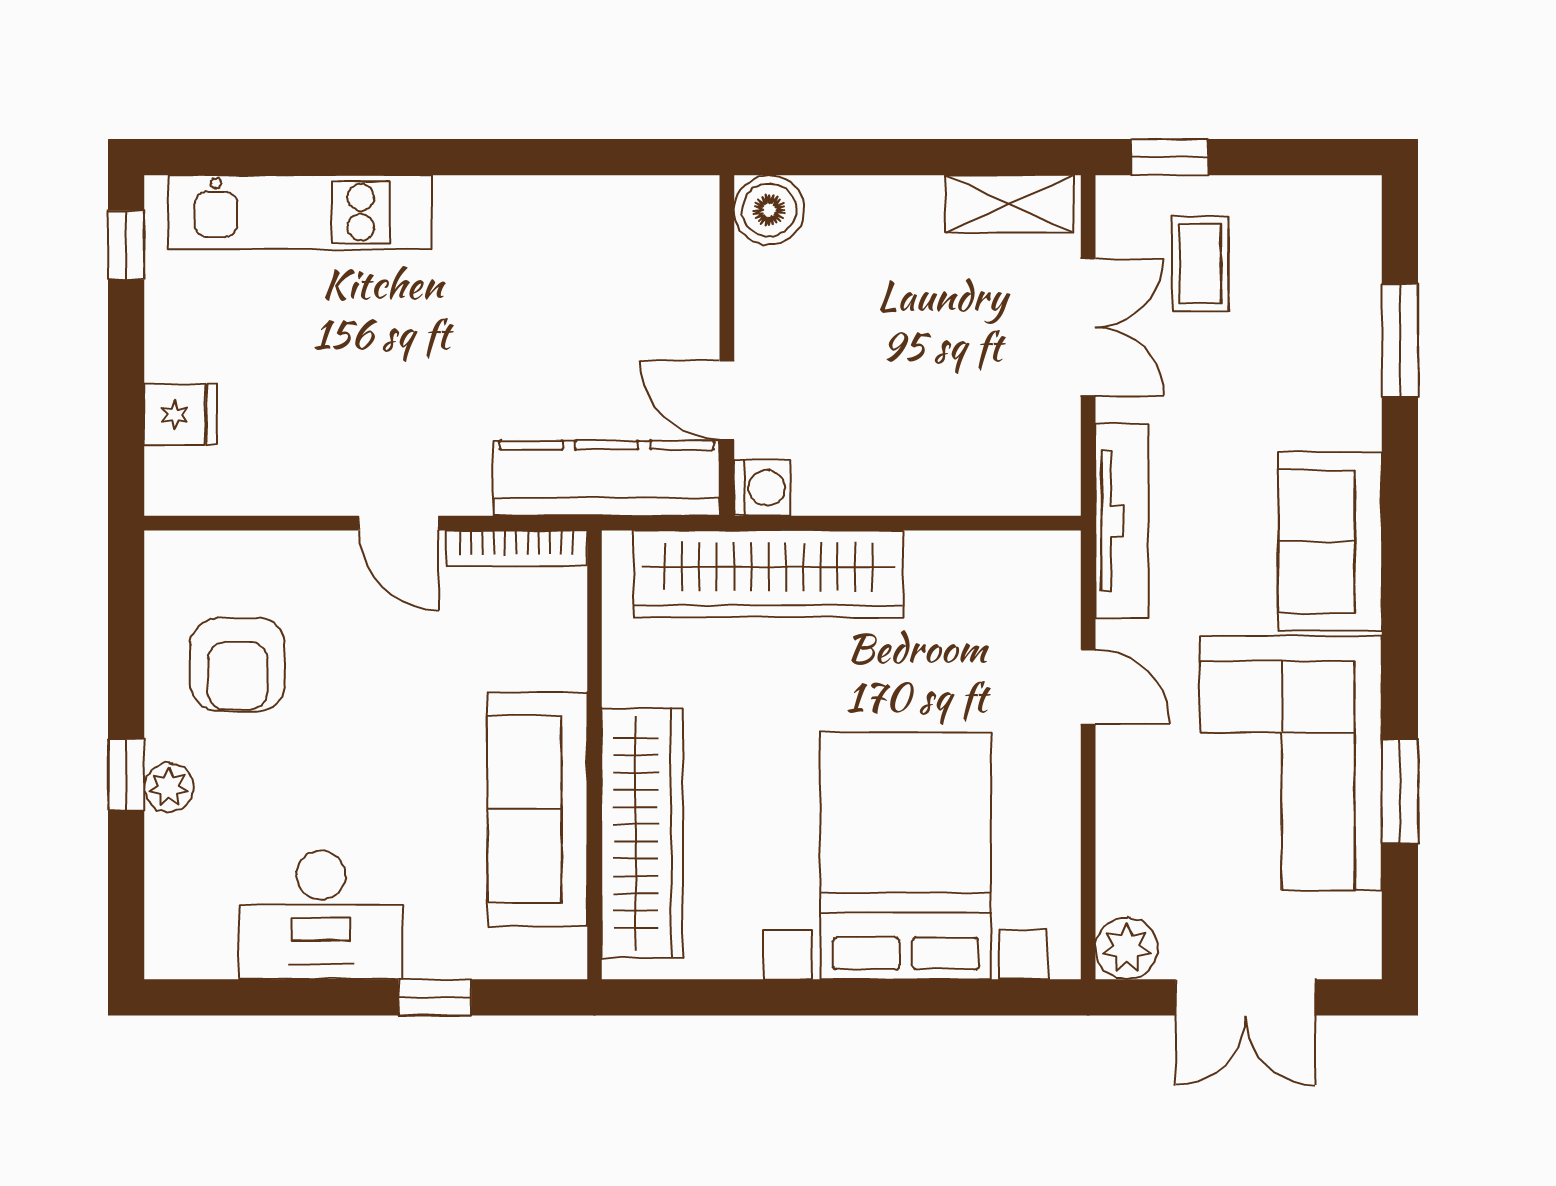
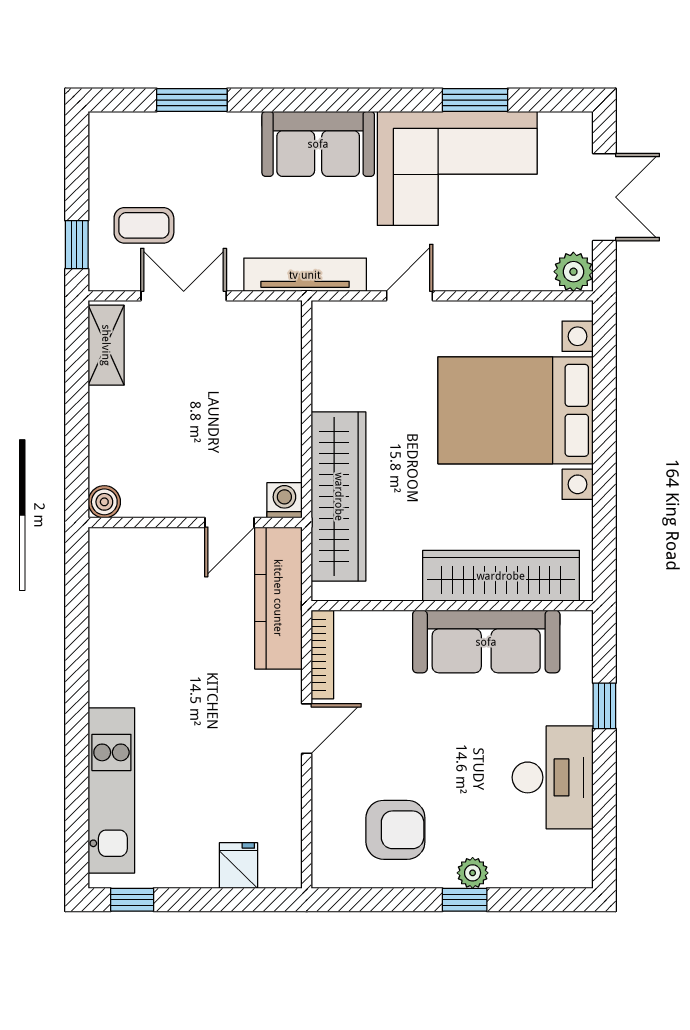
boiler: (769, 210) -> (104, 502), width x0.73, depth x0.73

